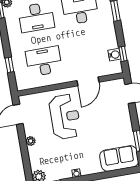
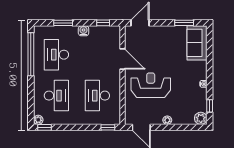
water cooler: (114, 55) -> (84, 31), moved
window: (9, 65) -> (108, 127), moved

